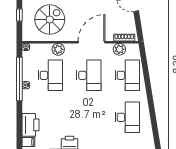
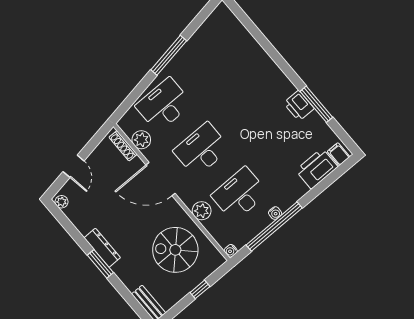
window: (150, 99) -> (169, 55), added
desk: (127, 117) -> (212, 63), removed

